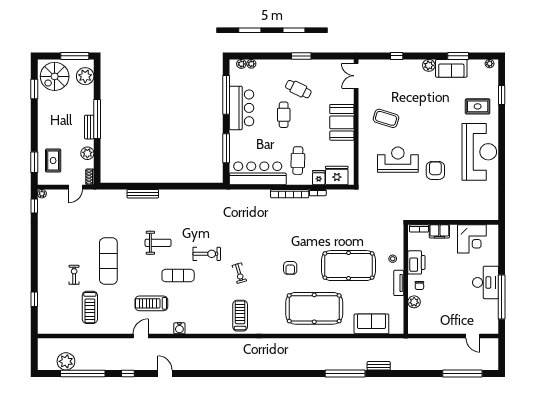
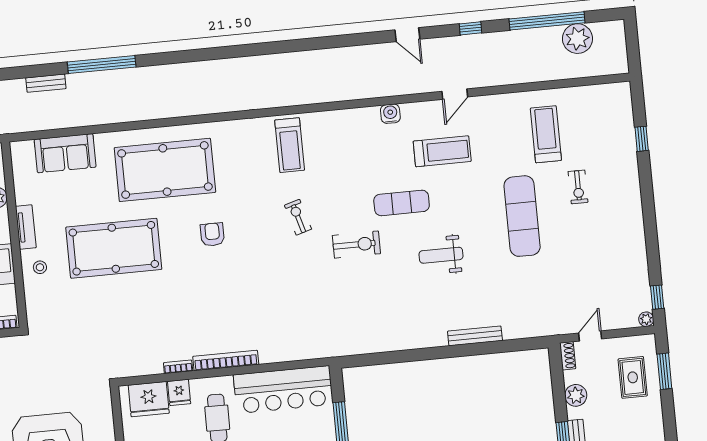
exercise bike: (207, 254) -> (356, 245), turned 180

